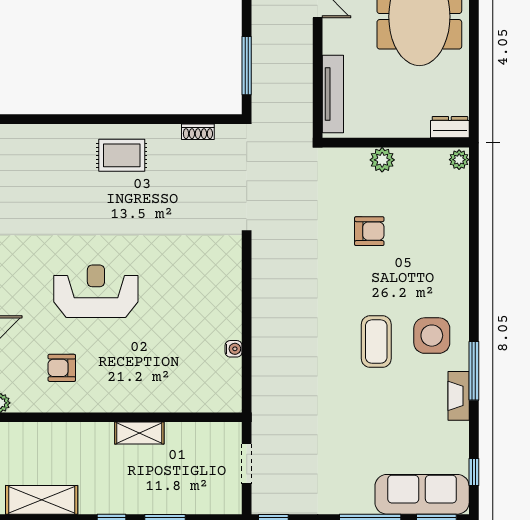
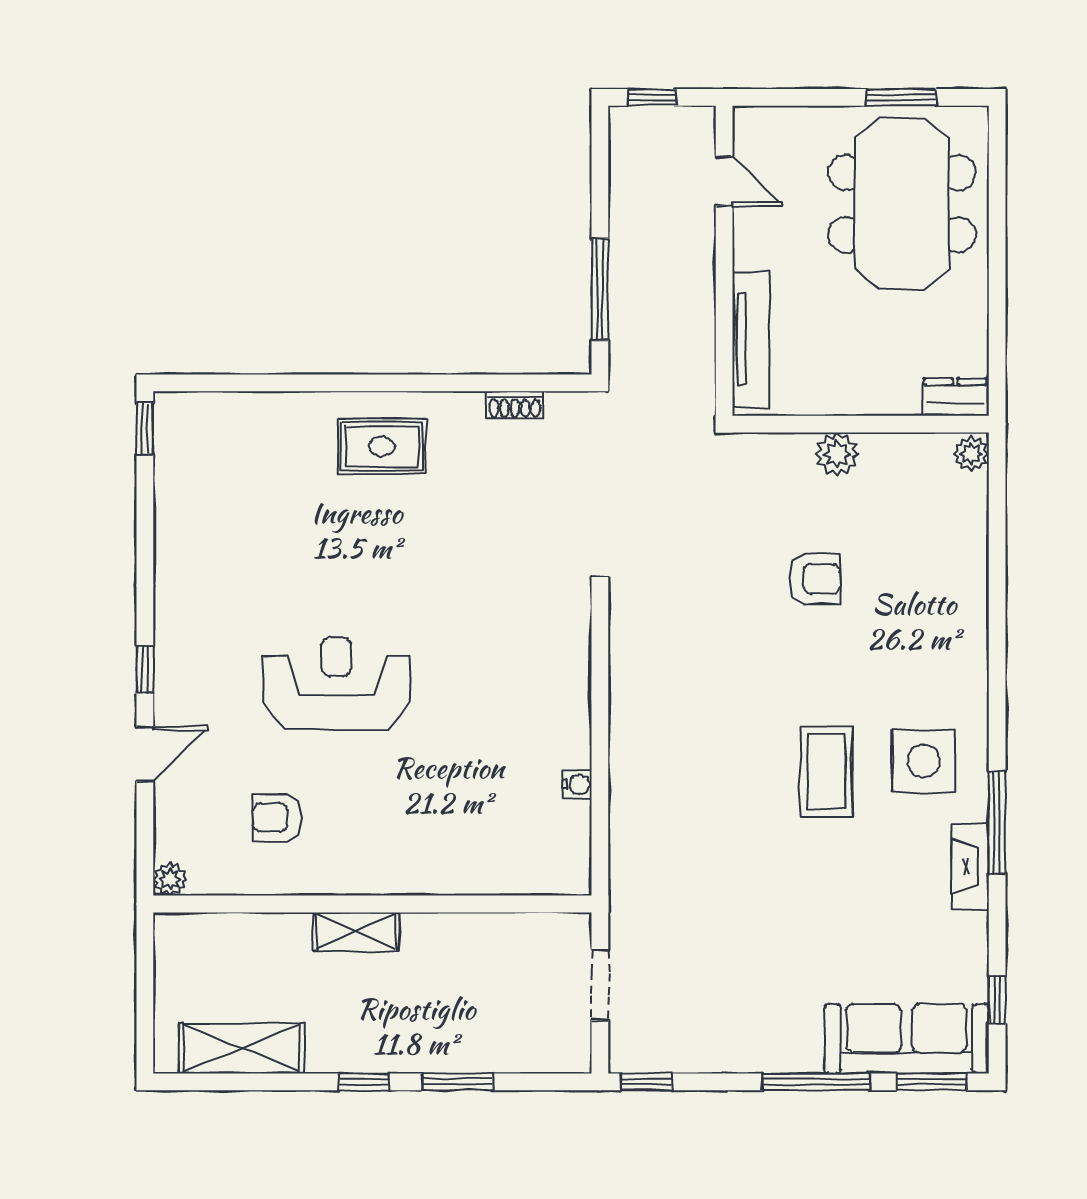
shelving: (139, 433) -> (356, 932), moved

